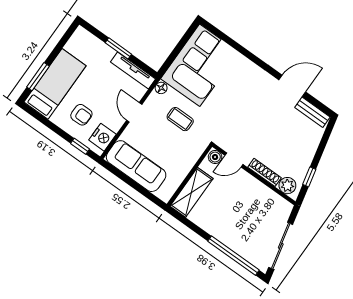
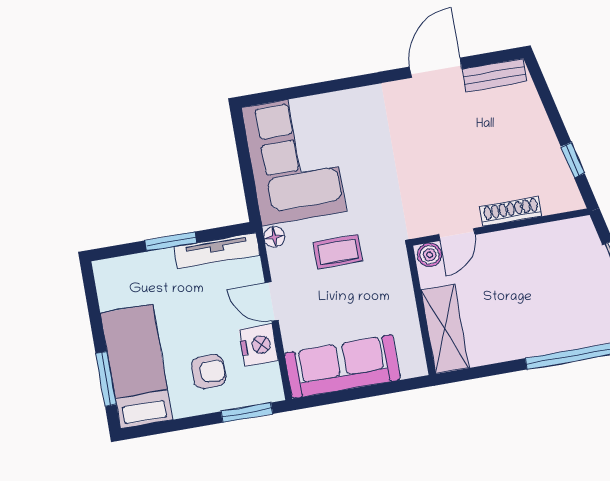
nightstand: (102, 137) -> (259, 345), moved
window: (80, 146) -> (247, 413), width x1.50
plant: (287, 186) -> (556, 199), removed

